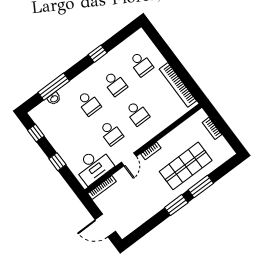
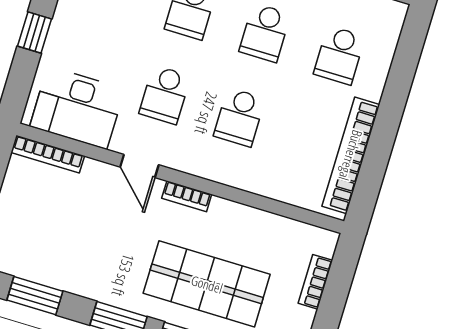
door: (129, 159) -> (139, 166), hinge flipped
window: (147, 227) -> (35, 296), added

